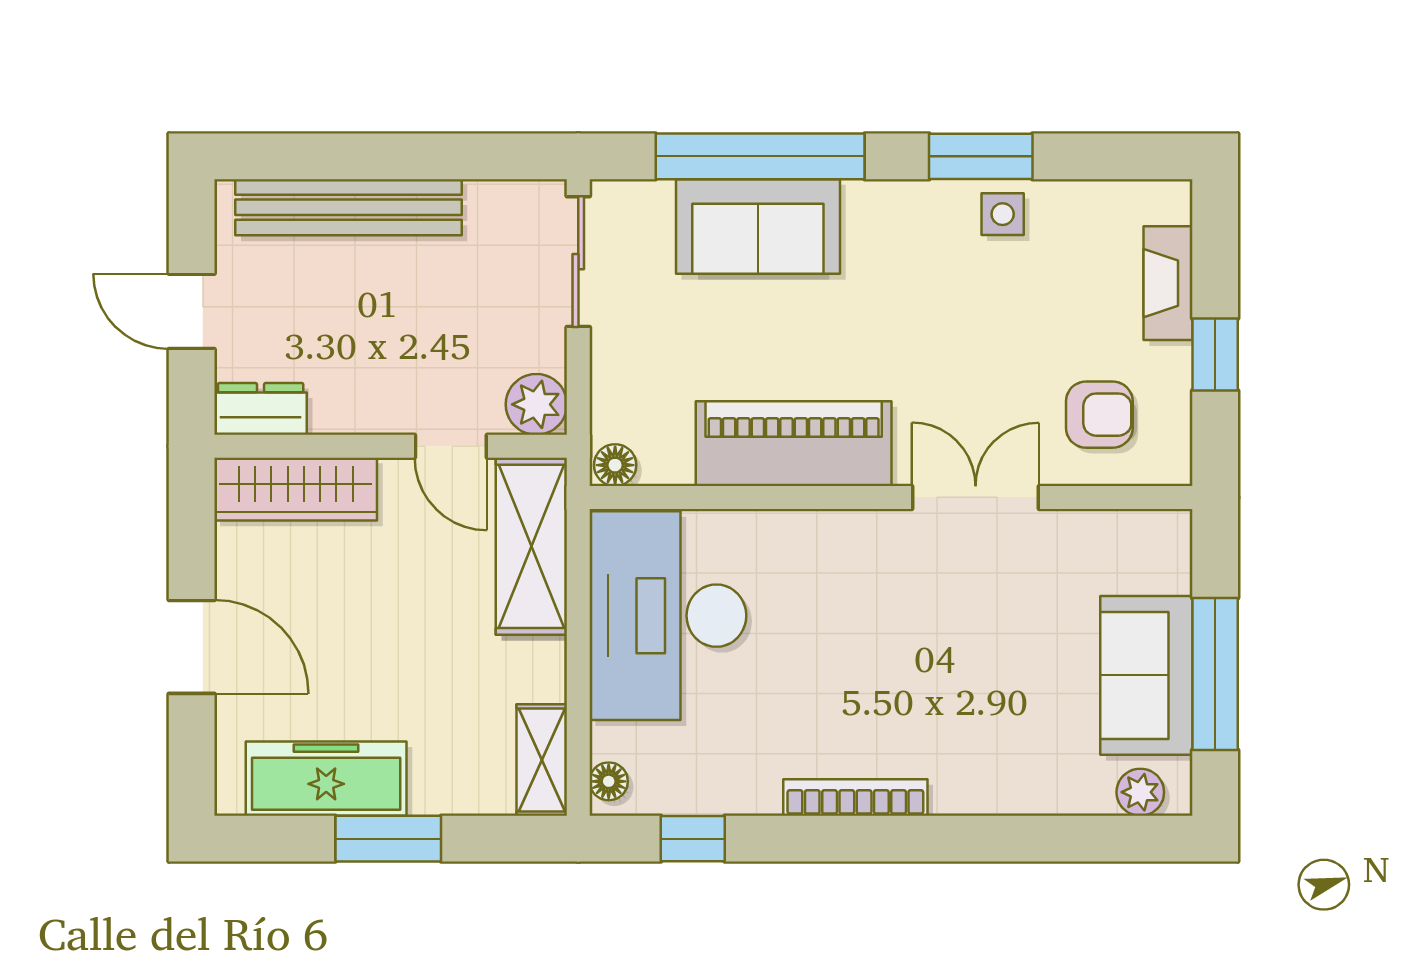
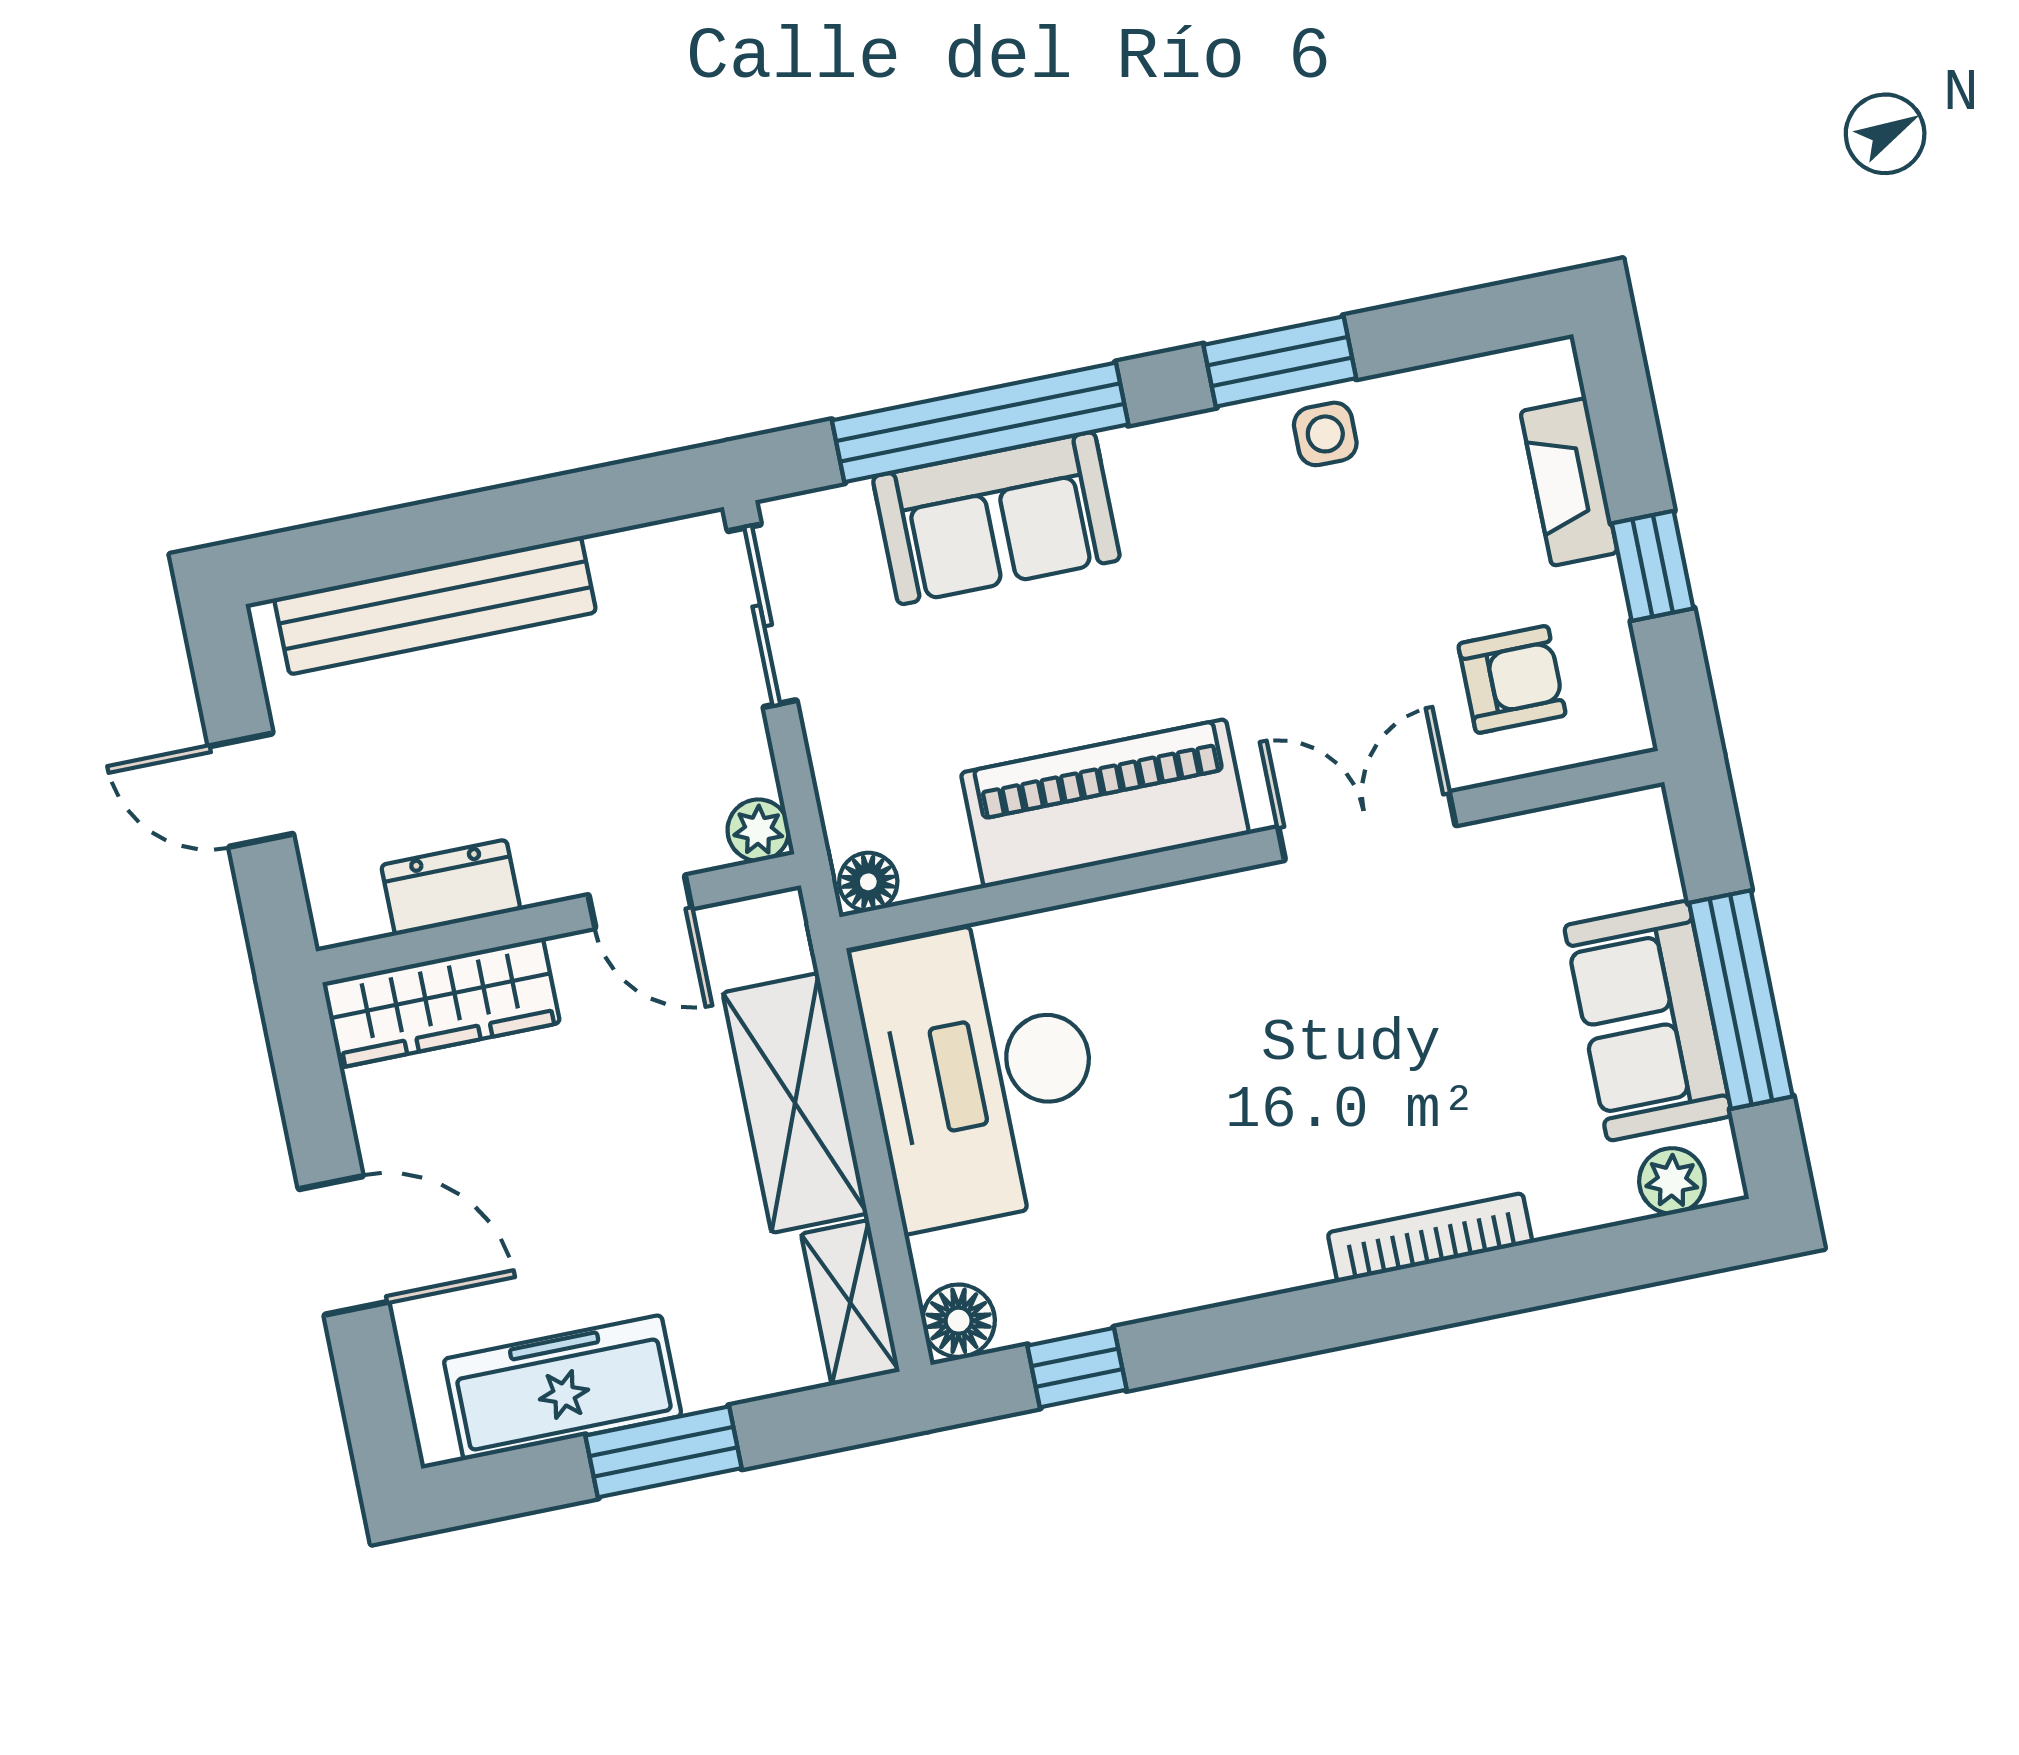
plant: (536, 404) -> (758, 830), width x0.73, depth x0.73
dresser: (261, 409) -> (451, 887), moved
shelving: (531, 546) -> (795, 1103), moved
floor lamp: (609, 781) -> (959, 1321), width x1.37, depth x1.37
bookcase: (855, 797) -> (1430, 1238), moved

